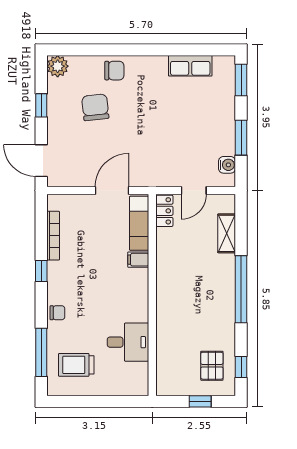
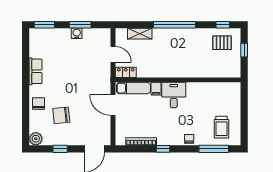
row of seats: (190, 66) -> (36, 71), moved
water cooler: (227, 165) -> (77, 33), moved
desk: (128, 342) -> (174, 95), moved

